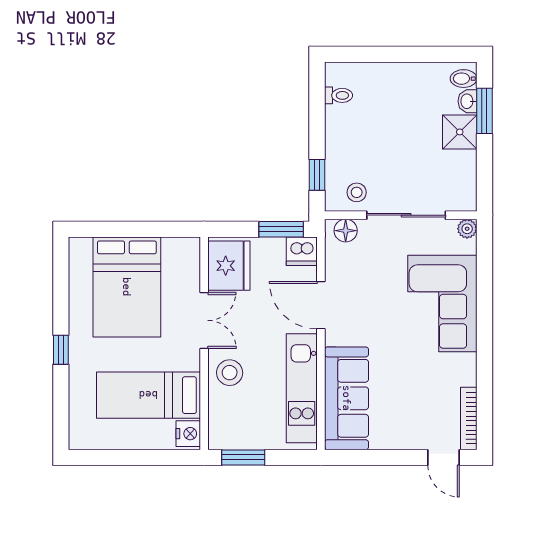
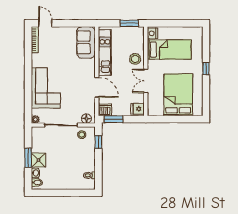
window: (484, 111) -> (28, 158), moved
fridge: (229, 266) -> (138, 109), width x0.53, depth x0.75
sofa: (347, 398) -> (86, 42), width x0.73

